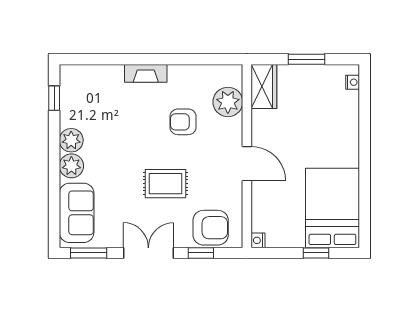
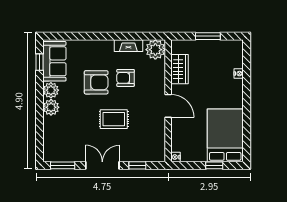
fireplace: (146, 73) -> (128, 46), moved
nightstand: (353, 82) -> (239, 74), moved
wardrobe: (264, 87) -> (179, 69), moved
plant: (228, 102) -> (155, 50), moved
sofa: (77, 213) -> (54, 61), moved
armchair: (211, 228) -> (96, 82), moved

